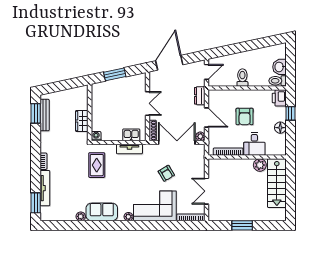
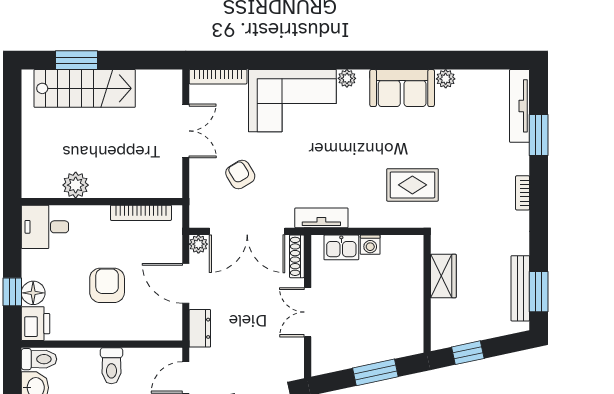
window: (70, 84) -> (468, 353), added
floor lamp: (280, 128) -> (33, 293), moved
washing machine: (96, 136) -> (370, 245), moved
desk: (254, 144) -> (45, 227), moved, turned -90
tv unit: (129, 149) -> (321, 218), moved
rug: (97, 165) -> (412, 185), turned 90
armchair: (166, 173) -> (240, 174), moved
stairs: (277, 183) -> (85, 88), moved, turned 90
tv unit: (45, 188) -> (520, 106), moved
window: (36, 203) -> (539, 135), moved
window: (242, 225) -> (77, 60), moved

